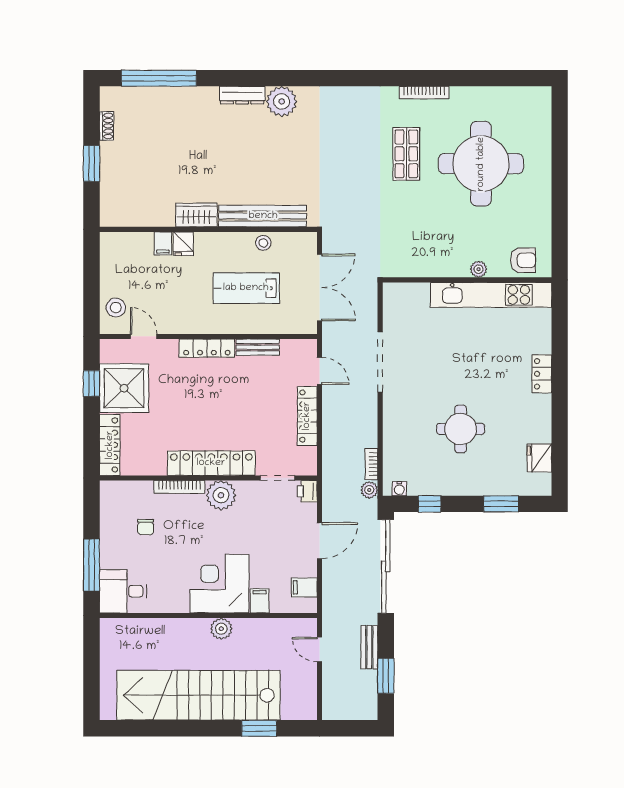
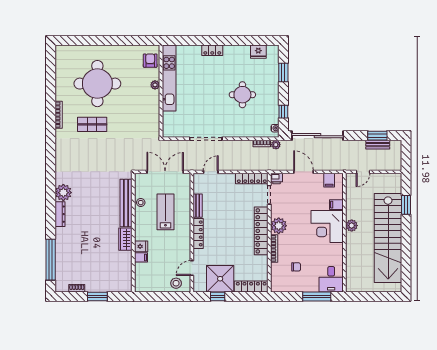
lab bench: (246, 288) -> (165, 212), turned 180
locker: (307, 416) -> (252, 179), moved
bench: (369, 647) -> (378, 145), moved

